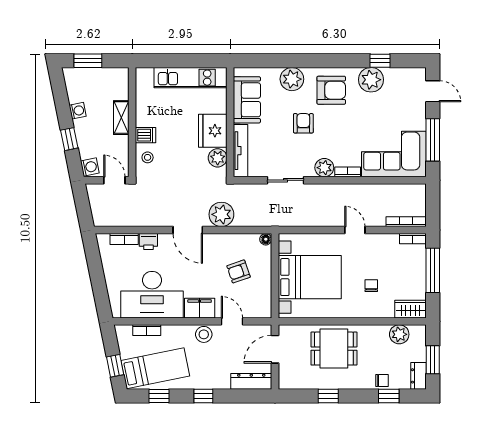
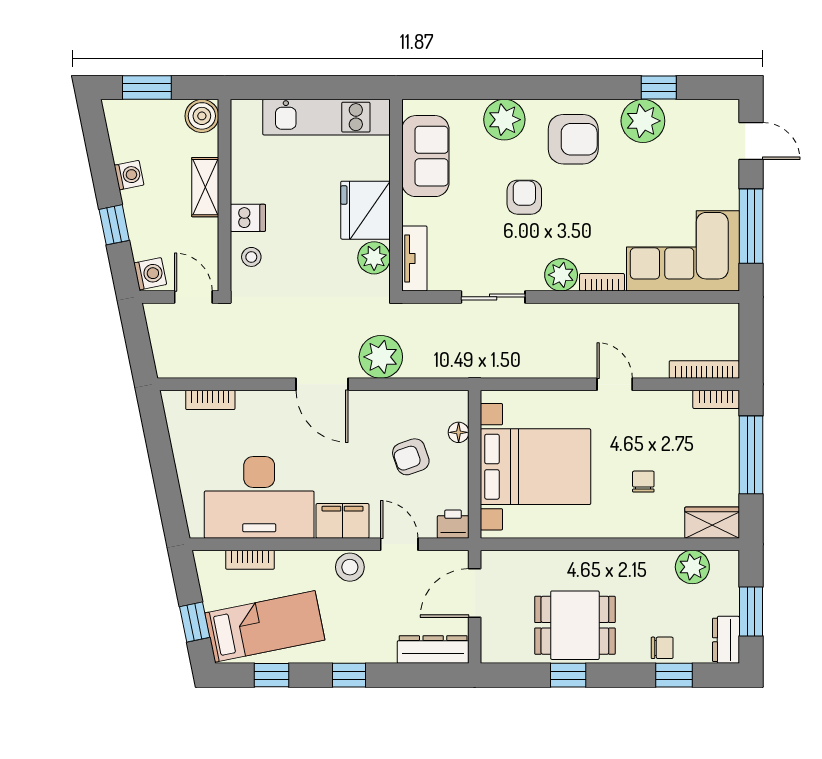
boiler: (119, 77) -> (202, 116), added
tv unit: (241, 151) -> (414, 258), width x0.71
floor lamp: (266, 239) -> (459, 432), moved
printer: (148, 242) -> (453, 524), moved, turned 180
dining table: (334, 349) -> (575, 625), moved

